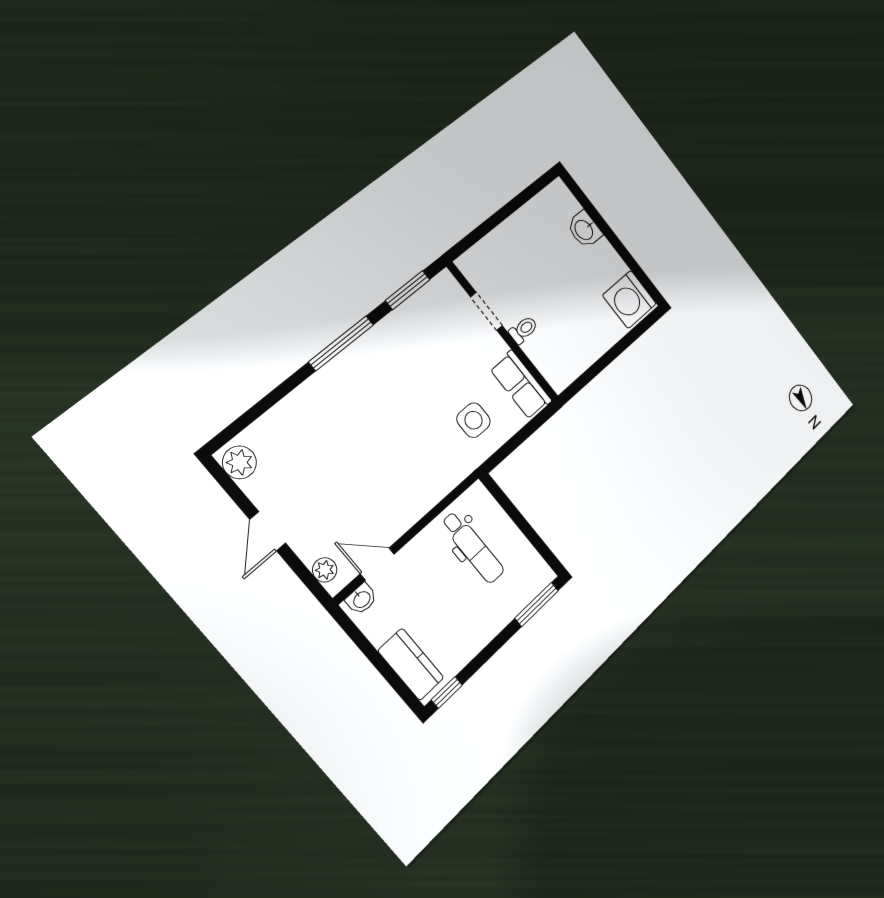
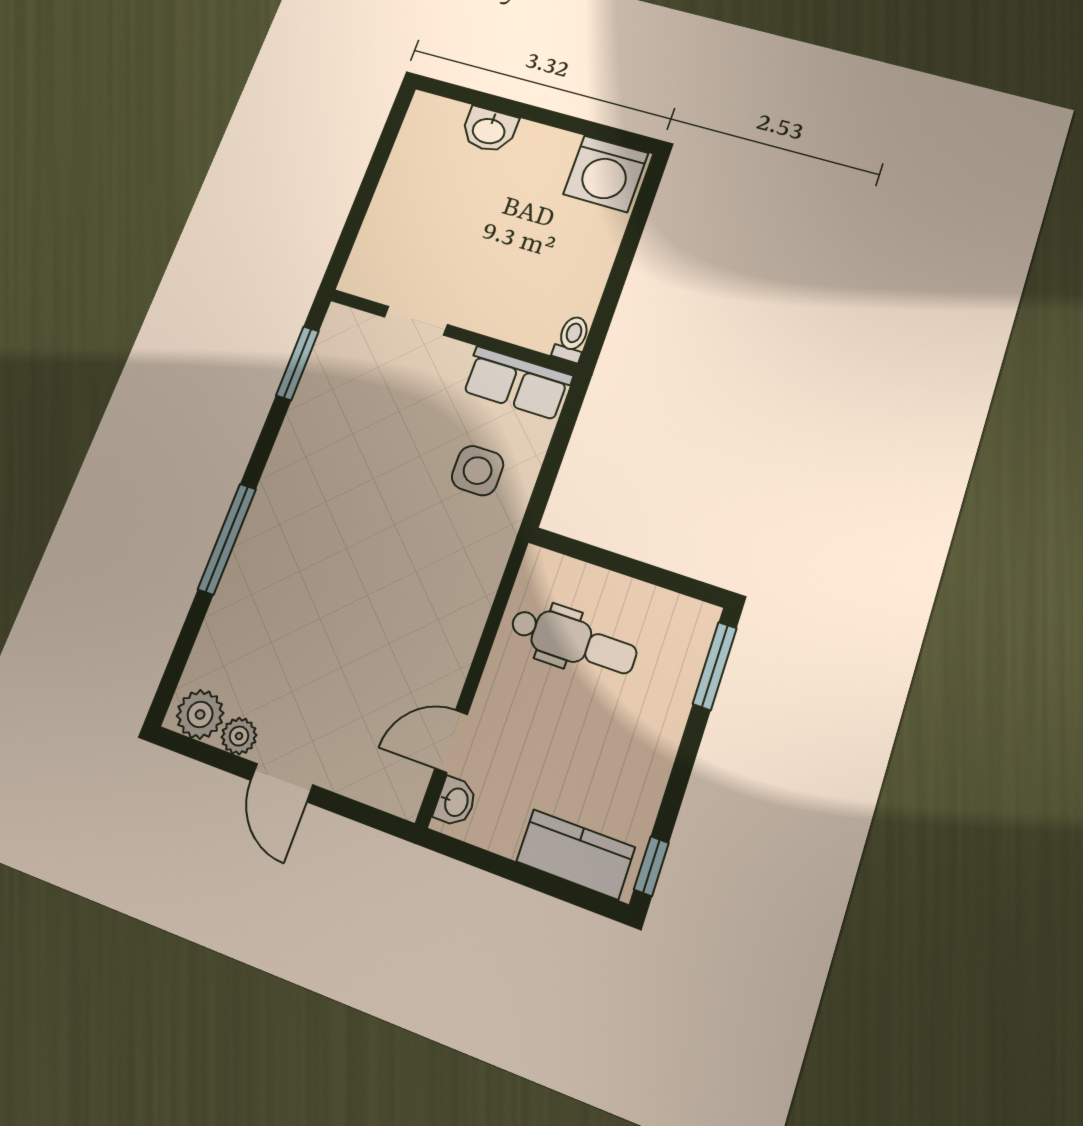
toilet: (523, 330) -> (572, 339), moved
window: (341, 343) -> (227, 539), moved
plant: (325, 570) -> (239, 736), moved

